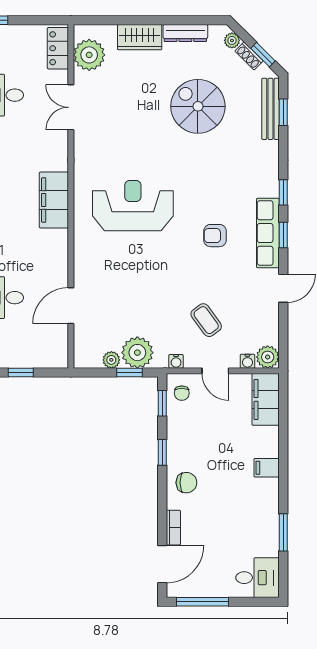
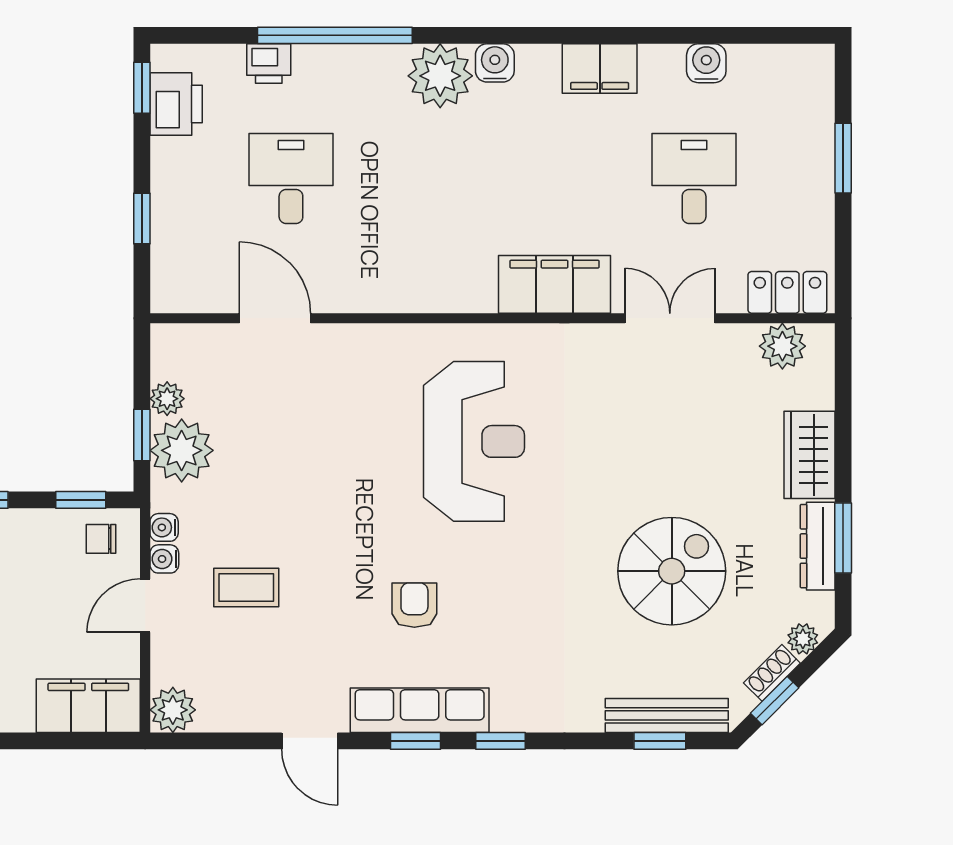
window: (181, 20) -> (843, 538), added
plant: (89, 55) -> (782, 346), width x0.73, depth x0.73
filing cabinet: (54, 200) -> (555, 284), moved
coffee table: (206, 320) -> (246, 588), turned 36
water cooler: (247, 361) -> (164, 559), moved

